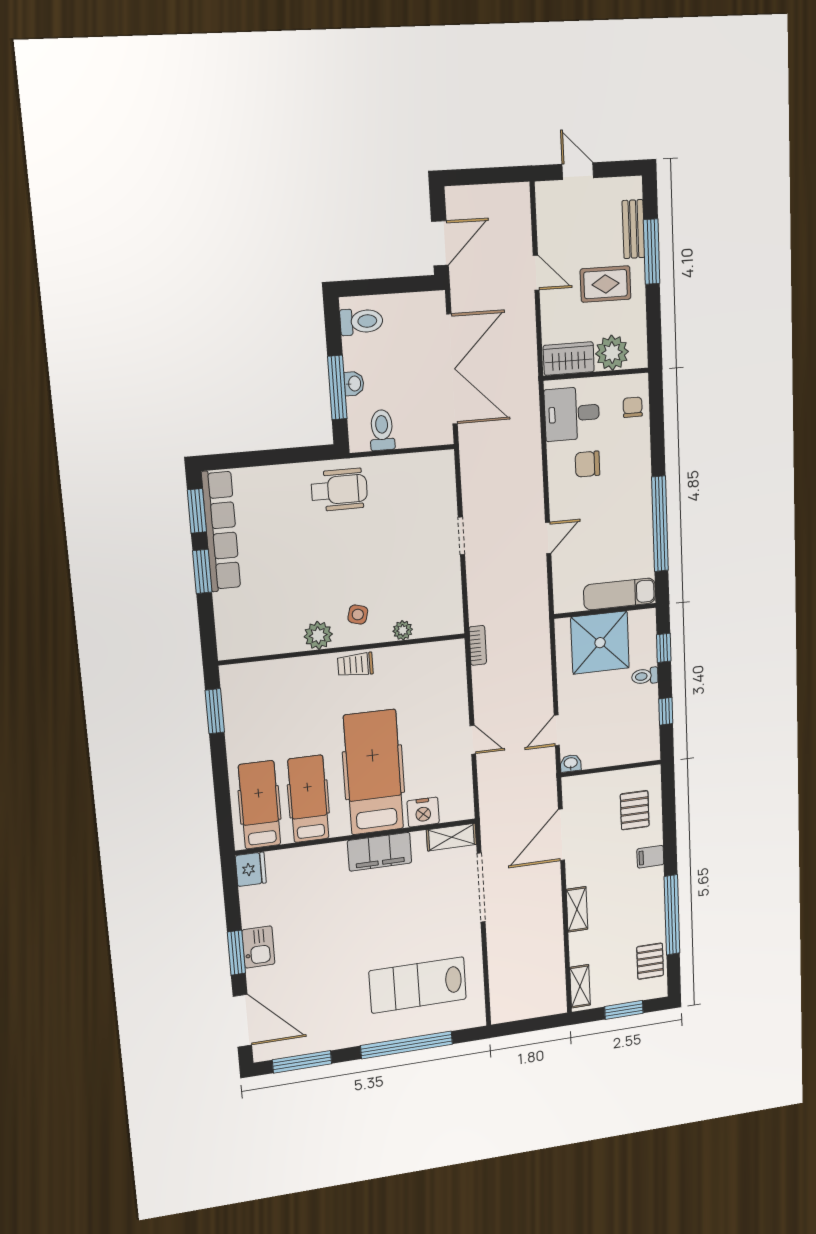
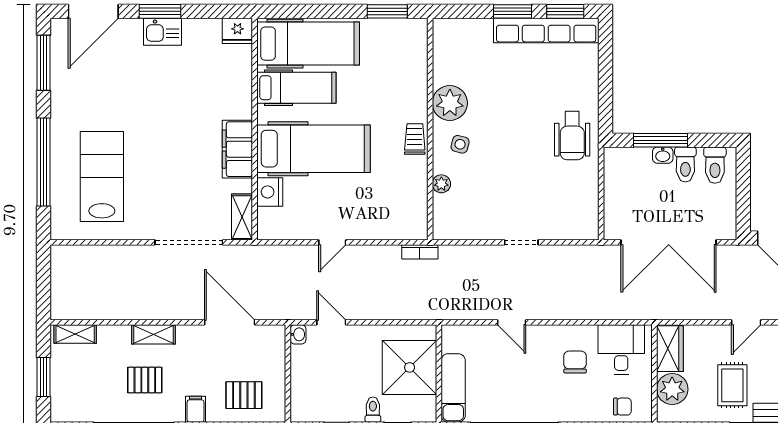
toilet: (382, 430) -> (685, 164), moved, turned 90
plant: (318, 635) -> (450, 103), width x1.36, depth x1.36
hospital bed: (260, 805) -> (308, 44), width x1.37, depth x1.29
pallet: (650, 961) -> (145, 380), moved

